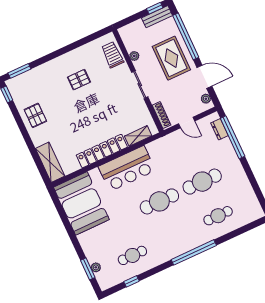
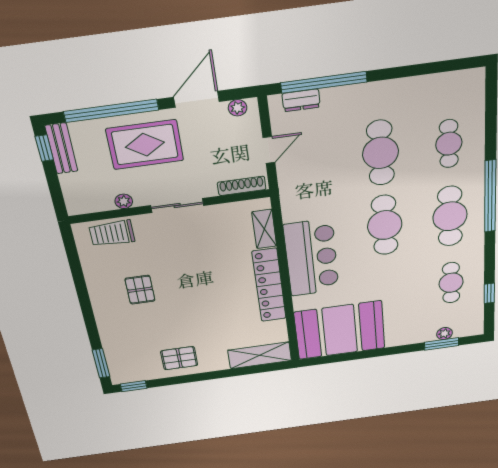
cafe table: (175, 236) -> (450, 216), added

